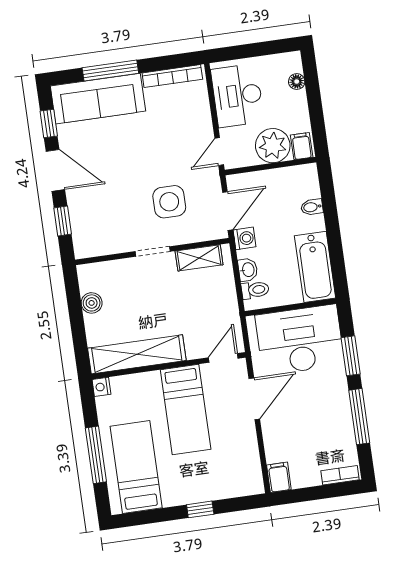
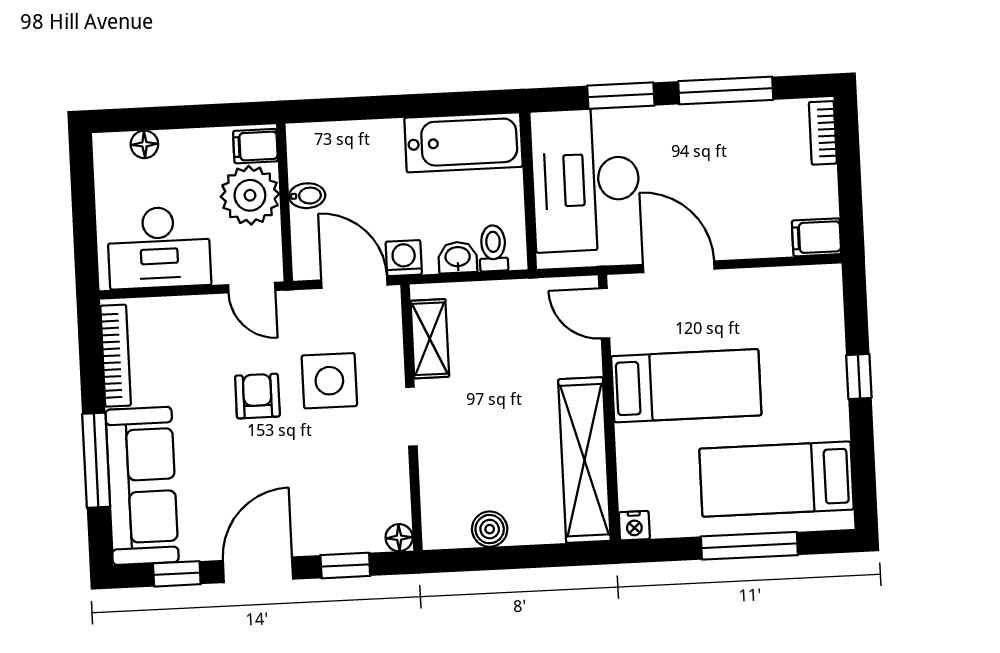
armchair: (156, 161) -> (257, 396), added
bidet: (312, 207) -> (307, 196), moved, turned -90
floor lamp: (82, 251) -> (399, 538), added

